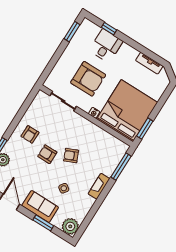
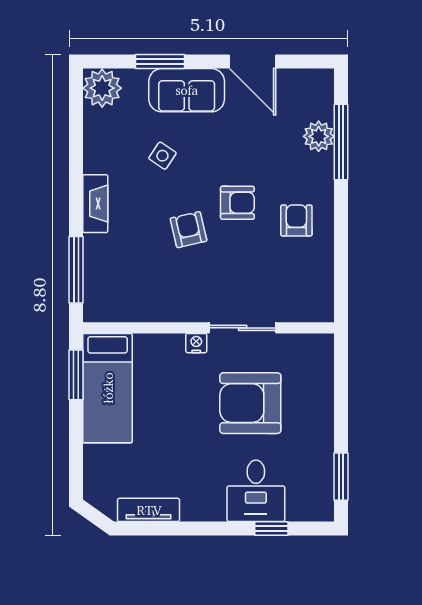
sliding door: (63, 101) -> (243, 328), moved
bed: (127, 111) -> (108, 388), width x0.49
armchair: (71, 156) -> (189, 230), turned -80

